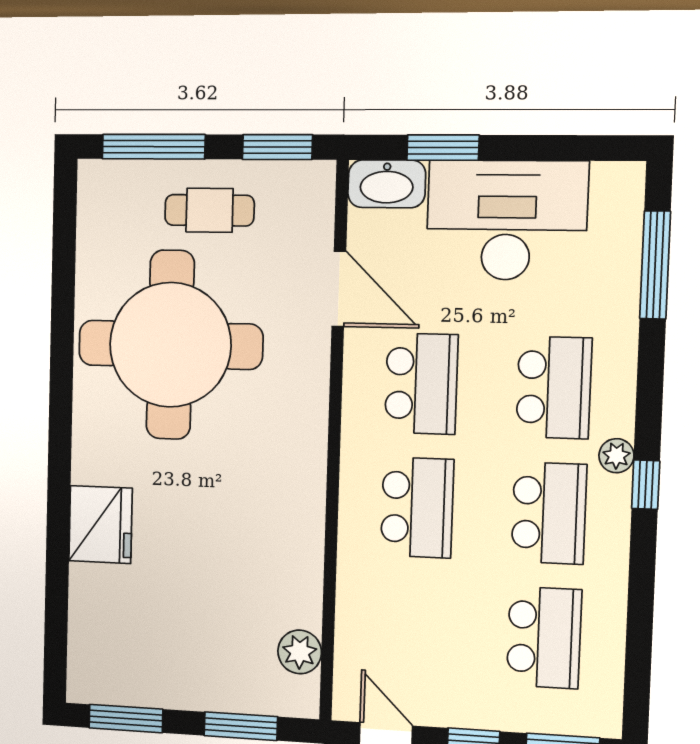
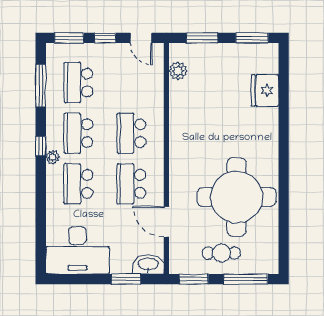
desk: (507, 220) -> (77, 250), moved
window: (655, 265) -> (41, 86), moved
fridge: (101, 525) -> (265, 90), moved

